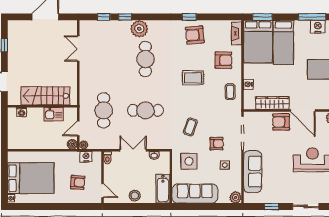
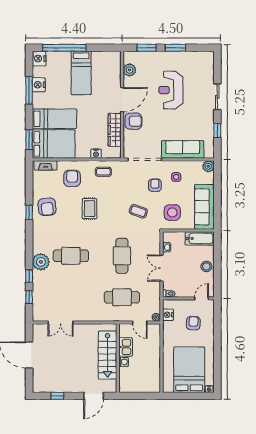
washing machine: (22, 112) -> (124, 362), moved
armchair: (281, 122) -> (133, 121), turned -90
boiler: (72, 144) -> (156, 328), removed

